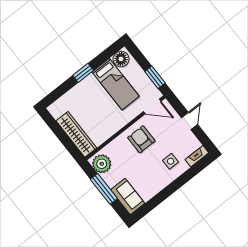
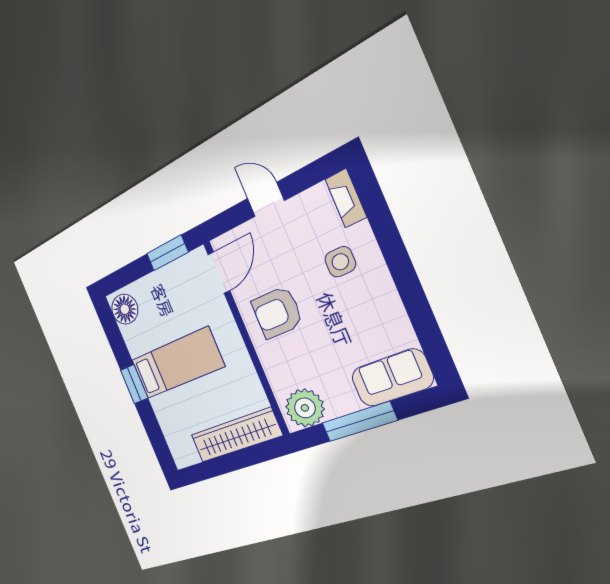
bed: (116, 84) -> (177, 363), moved

